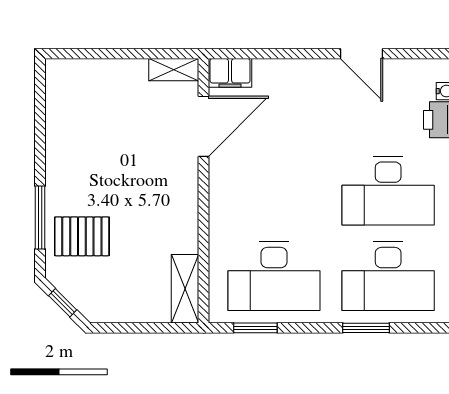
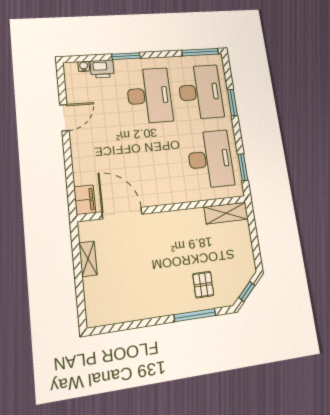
shelving: (174, 70) -> (88, 259), moved
pallet: (82, 236) -> (203, 285), width x0.67, depth x0.71

